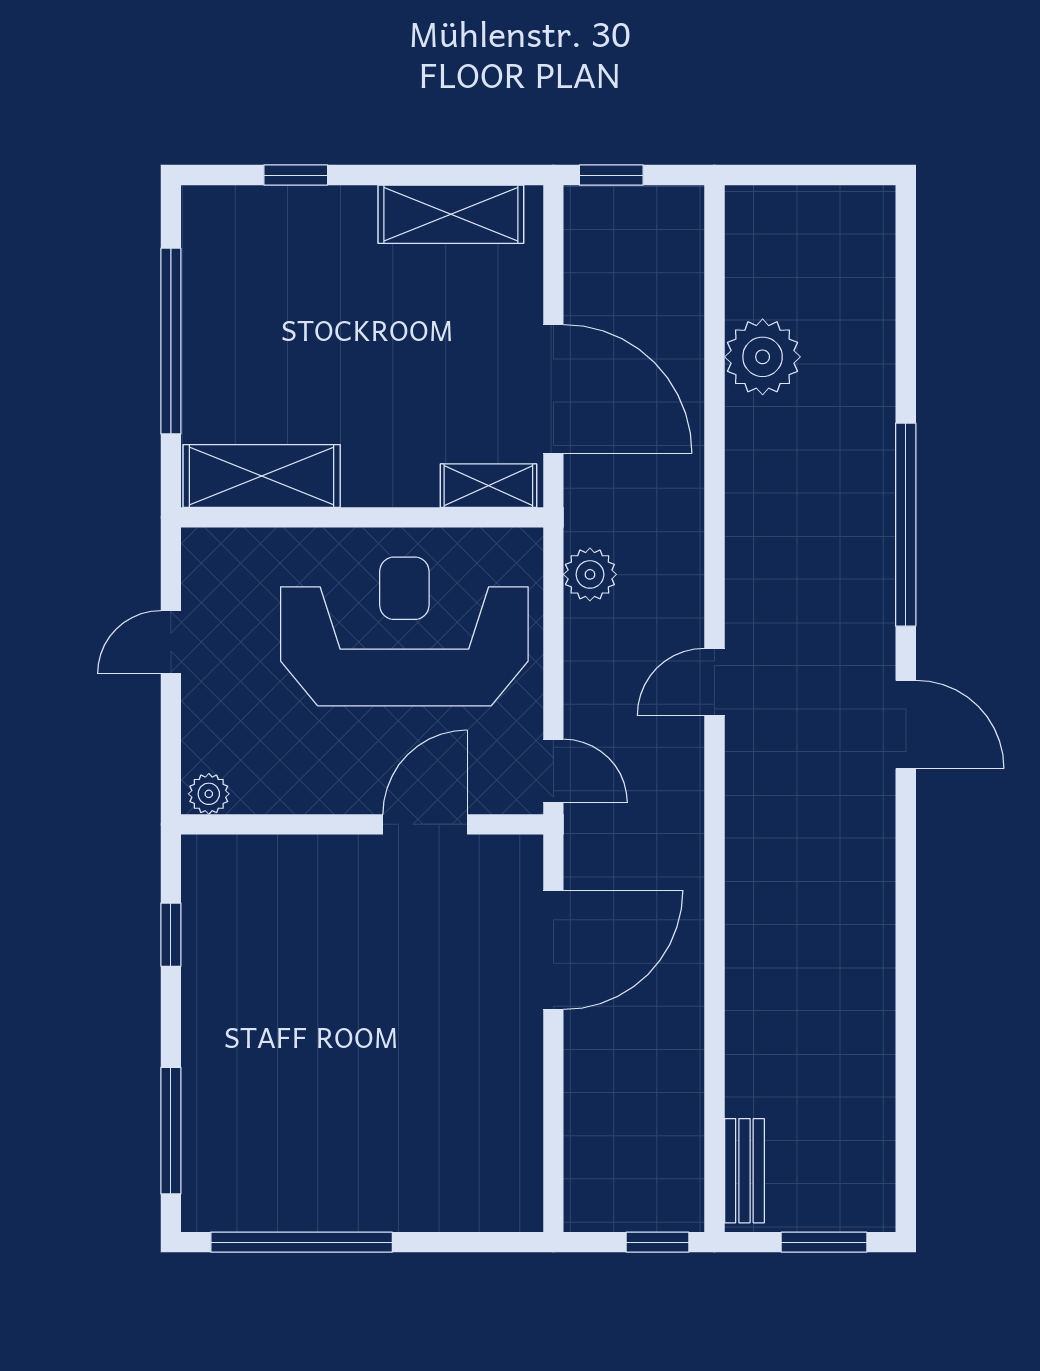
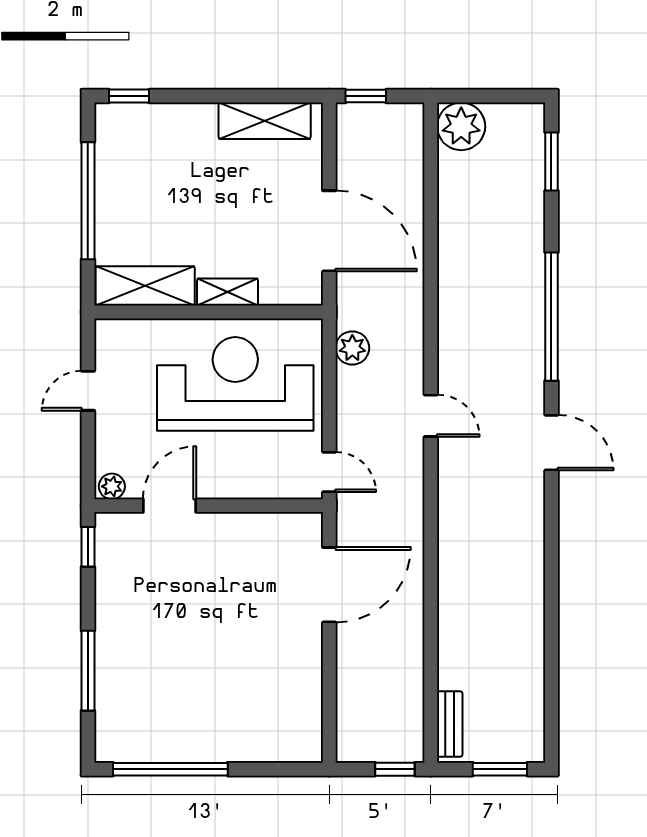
window: (296, 175) -> (129, 96), moved
window: (906, 279) -> (551, 161), added
plant: (763, 357) -> (461, 126), moved
shelving: (488, 486) -> (228, 292), moved
door: (714, 682) -> (431, 416), swing flipped
door: (425, 824) -> (170, 506), moved
window: (171, 935) -> (88, 547), moved
window: (171, 1131) -> (88, 671), moved

